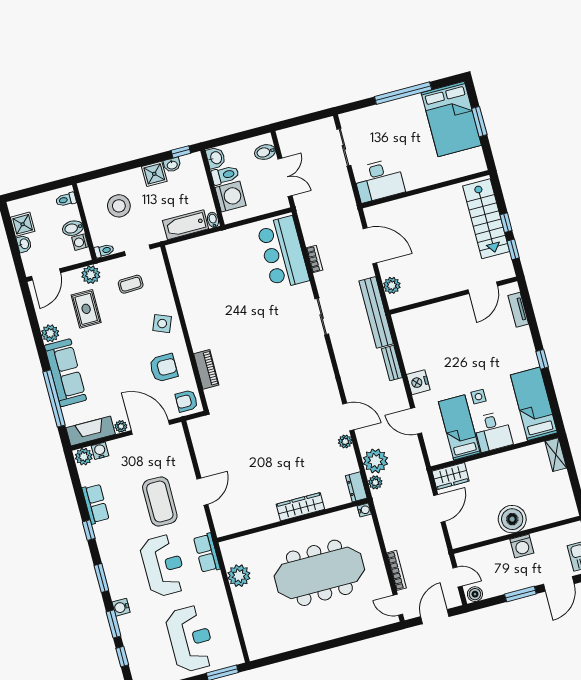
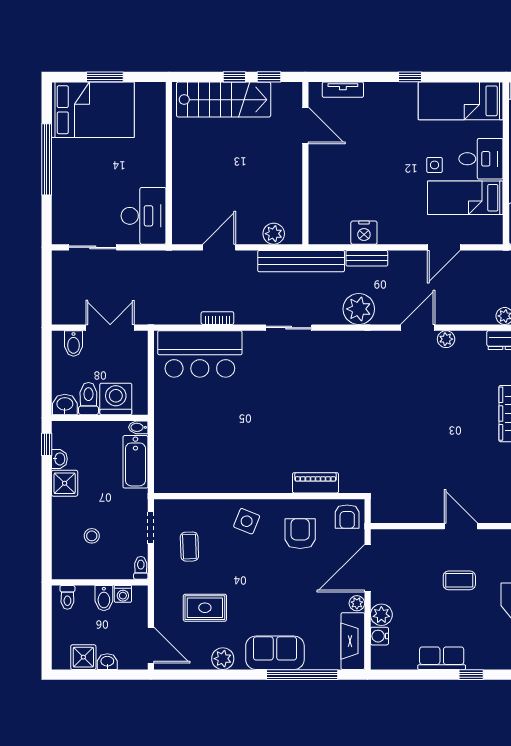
stool: (119, 206) -> (92, 536), width x0.53, depth x0.53
door: (370, 246) -> (219, 247), width x0.73
plant: (91, 275) -> (165, 591), removed
sofa: (65, 373) -> (275, 653), width x0.73
nightstand: (418, 382) -> (364, 233), moved
plant: (84, 457) -> (381, 615), moved
plant: (375, 461) -> (359, 309), moved
coffee table: (160, 502) -> (459, 580), width x0.54, depth x0.58

